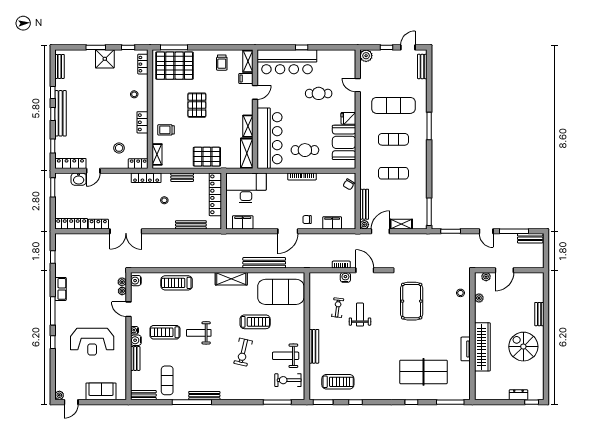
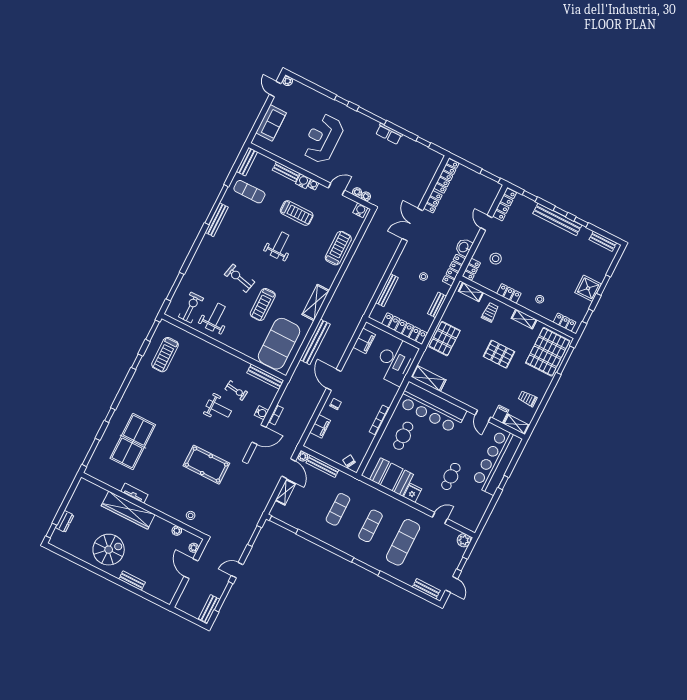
shelving: (248, 126) -> (524, 319), moved
washbasin: (79, 179) -> (464, 247), moved
treadmill: (165, 332) -> (297, 213), turned 90
bench: (314, 346) -> (265, 377), moved

